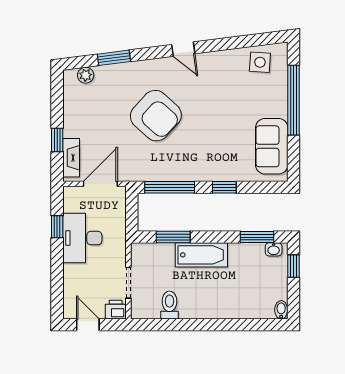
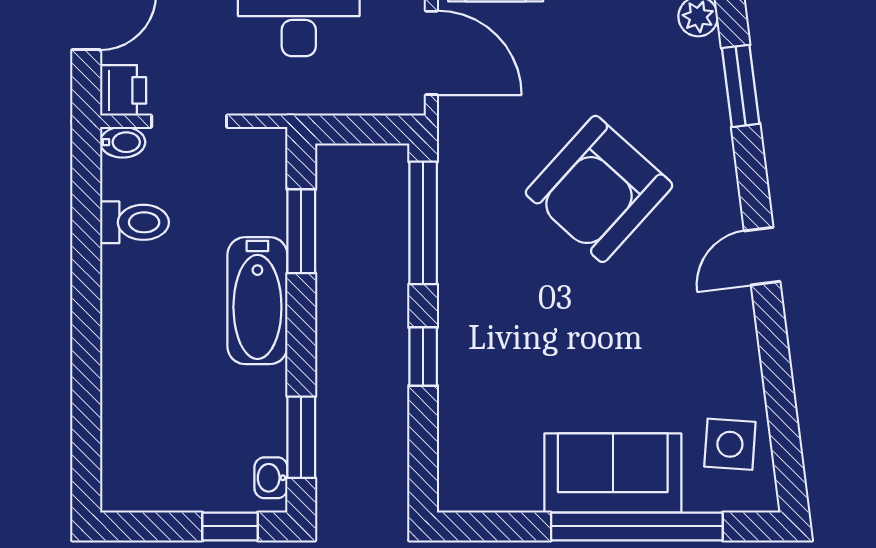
sofa: (272, 146) -> (613, 473), moved
bidet: (281, 310) -> (123, 142), moved

